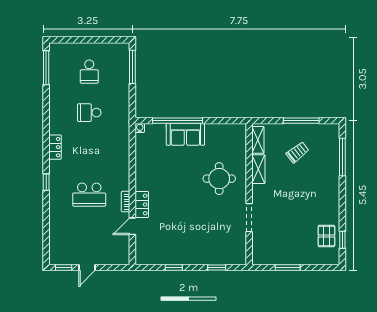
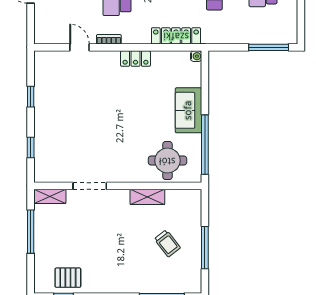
window: (178, 121) -> (205, 145), moved
shelving: (258, 140) -> (50, 196), moved
locker: (123, 145) -> (176, 36), added
round table: (219, 179) -> (167, 161), moved
locker: (142, 204) -> (135, 59), moved
window: (288, 268) -> (31, 232), width x1.44

